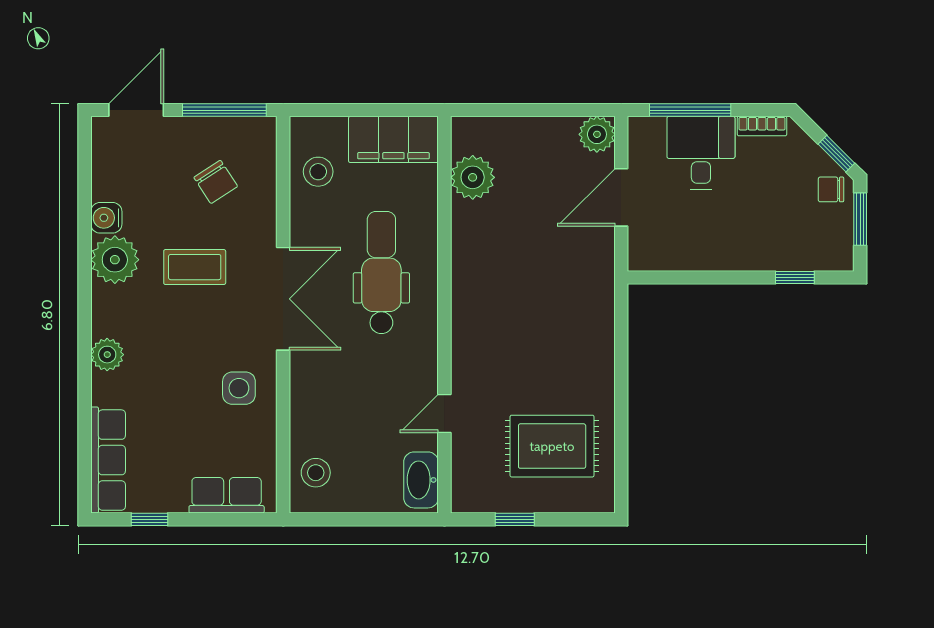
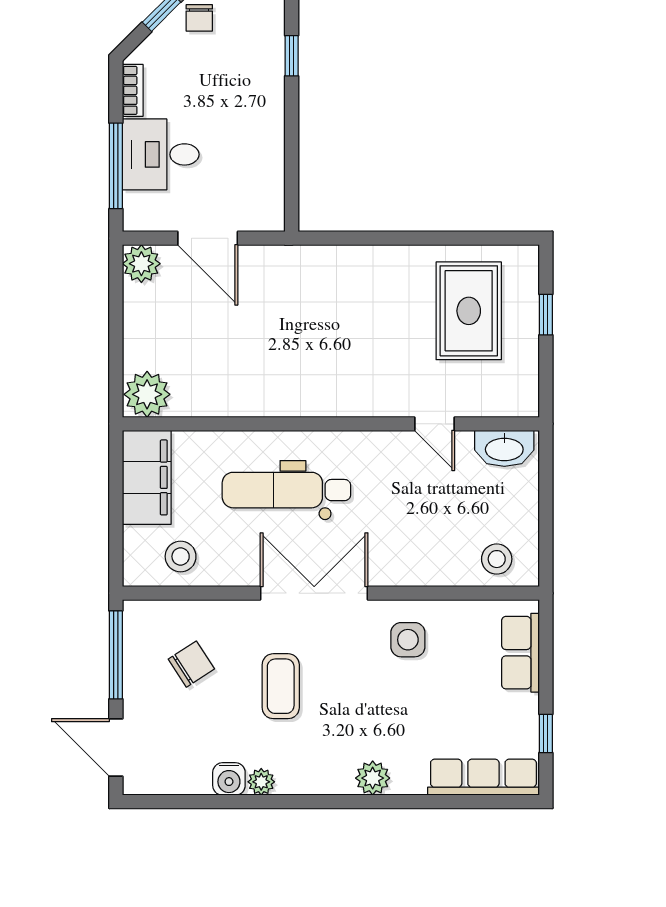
plant: (473, 177) -> (147, 394), moved
plant: (115, 260) -> (261, 782), width x0.53, depth x0.53
window: (515, 519) -> (546, 315), moved

